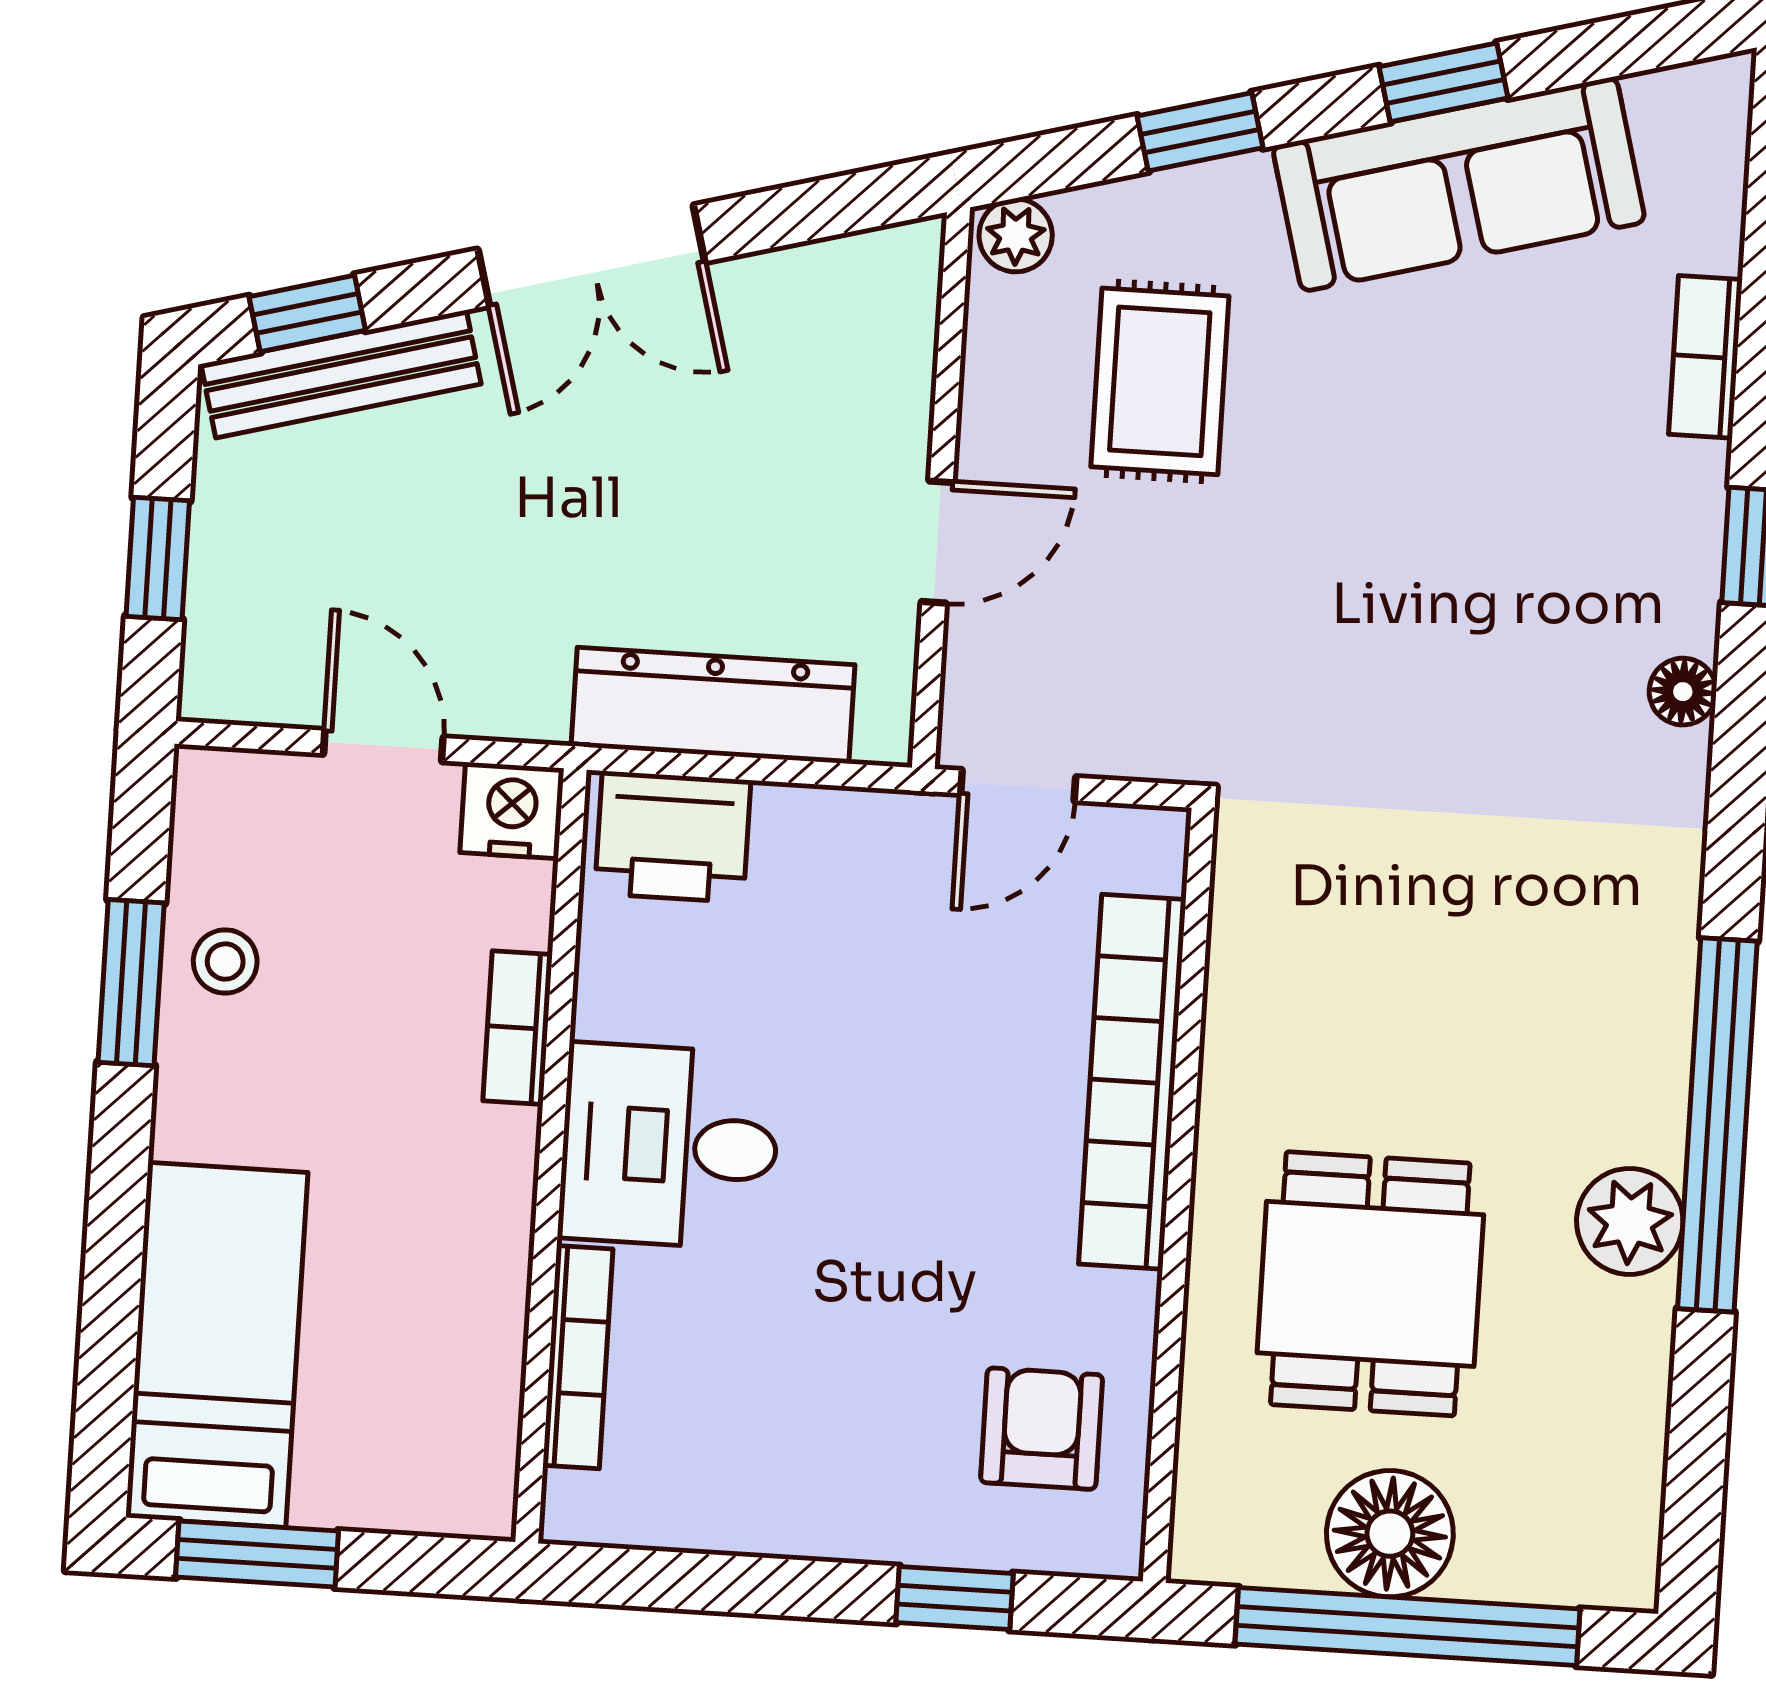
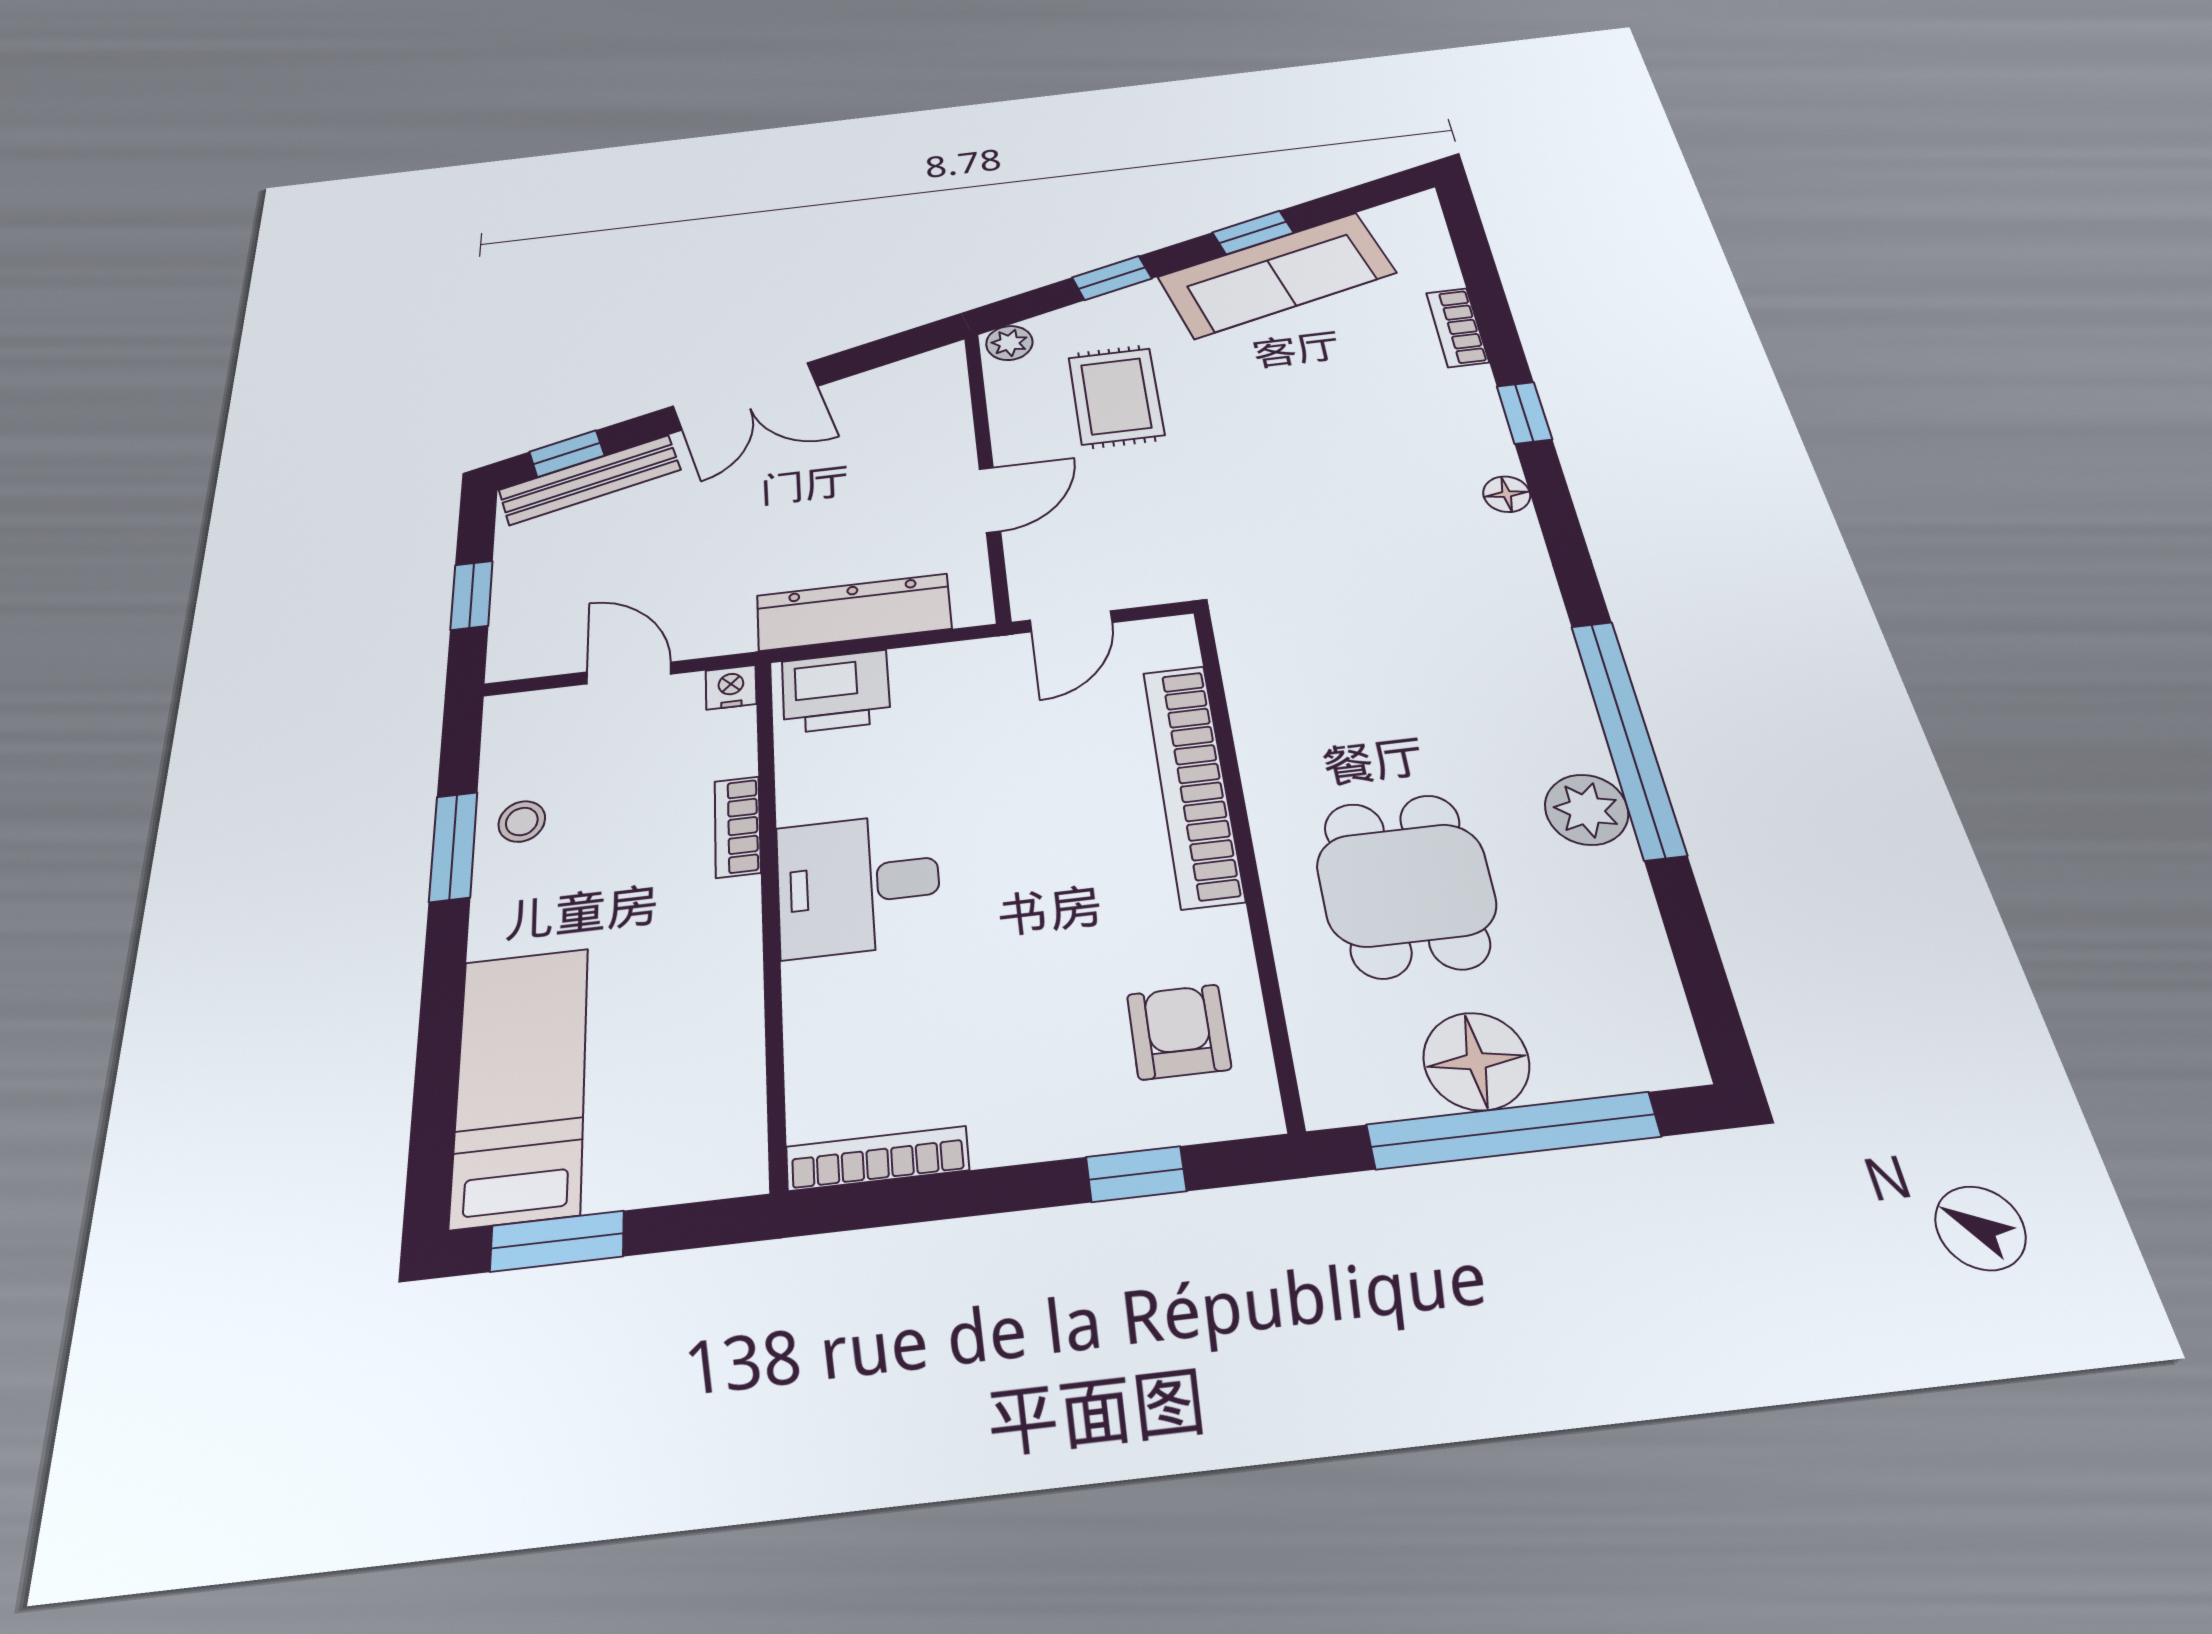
nightstand: (512, 811) -> (731, 687), width x0.72, depth x0.74
bookcase: (578, 1357) -> (877, 1158), moved, turned -90

